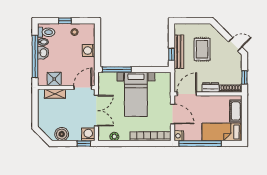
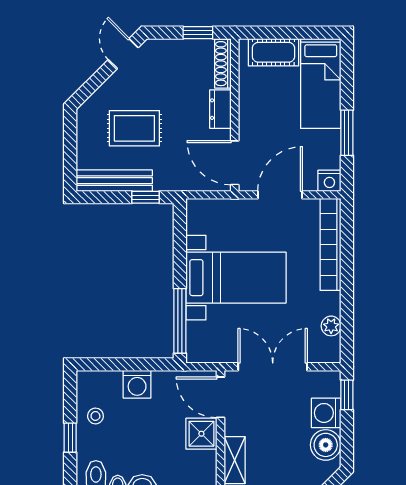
bench: (179, 52) -> (114, 181), moved
shower: (54, 79) -> (201, 434), moved
washing machine: (88, 134) -> (326, 413), moved
window: (200, 144) -> (347, 133), width x0.47

